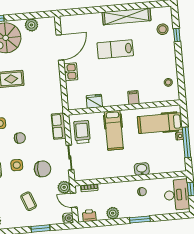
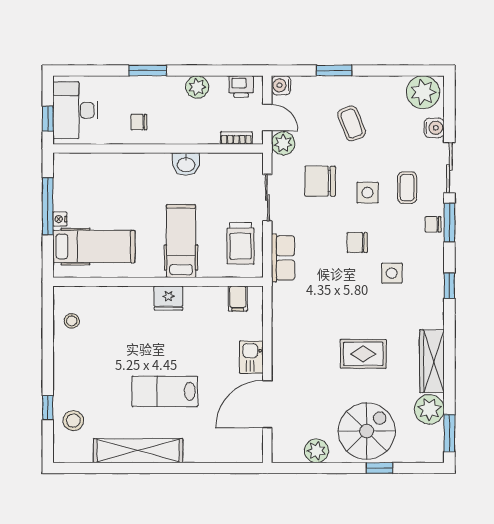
lab bench: (115, 49) -> (165, 391), turned 180
filing cabinet: (133, 98) -> (238, 299), moved
fridge: (94, 101) -> (168, 298), moved
washbasin: (142, 169) -> (186, 164), moved

